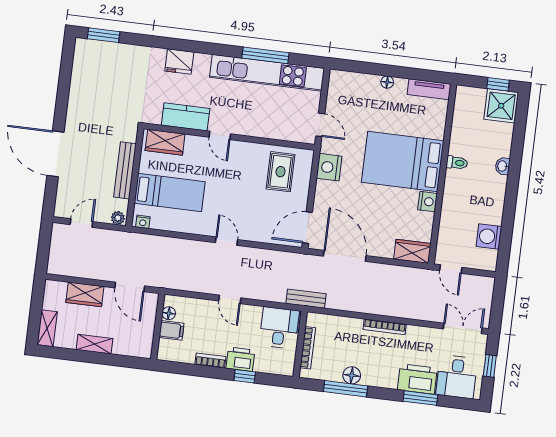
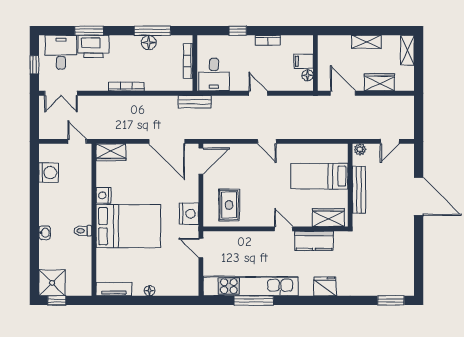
nightstand: (143, 222) -> (339, 149), removed
printer: (240, 359) -> (243, 44), removed

